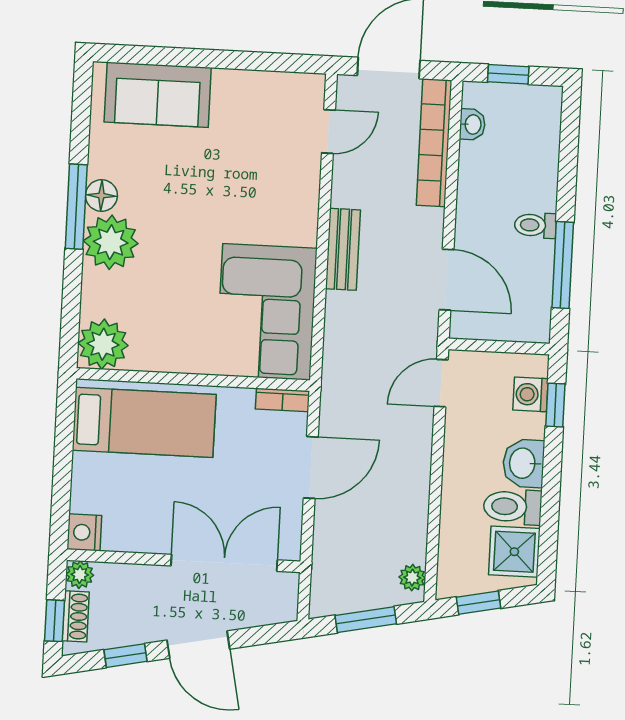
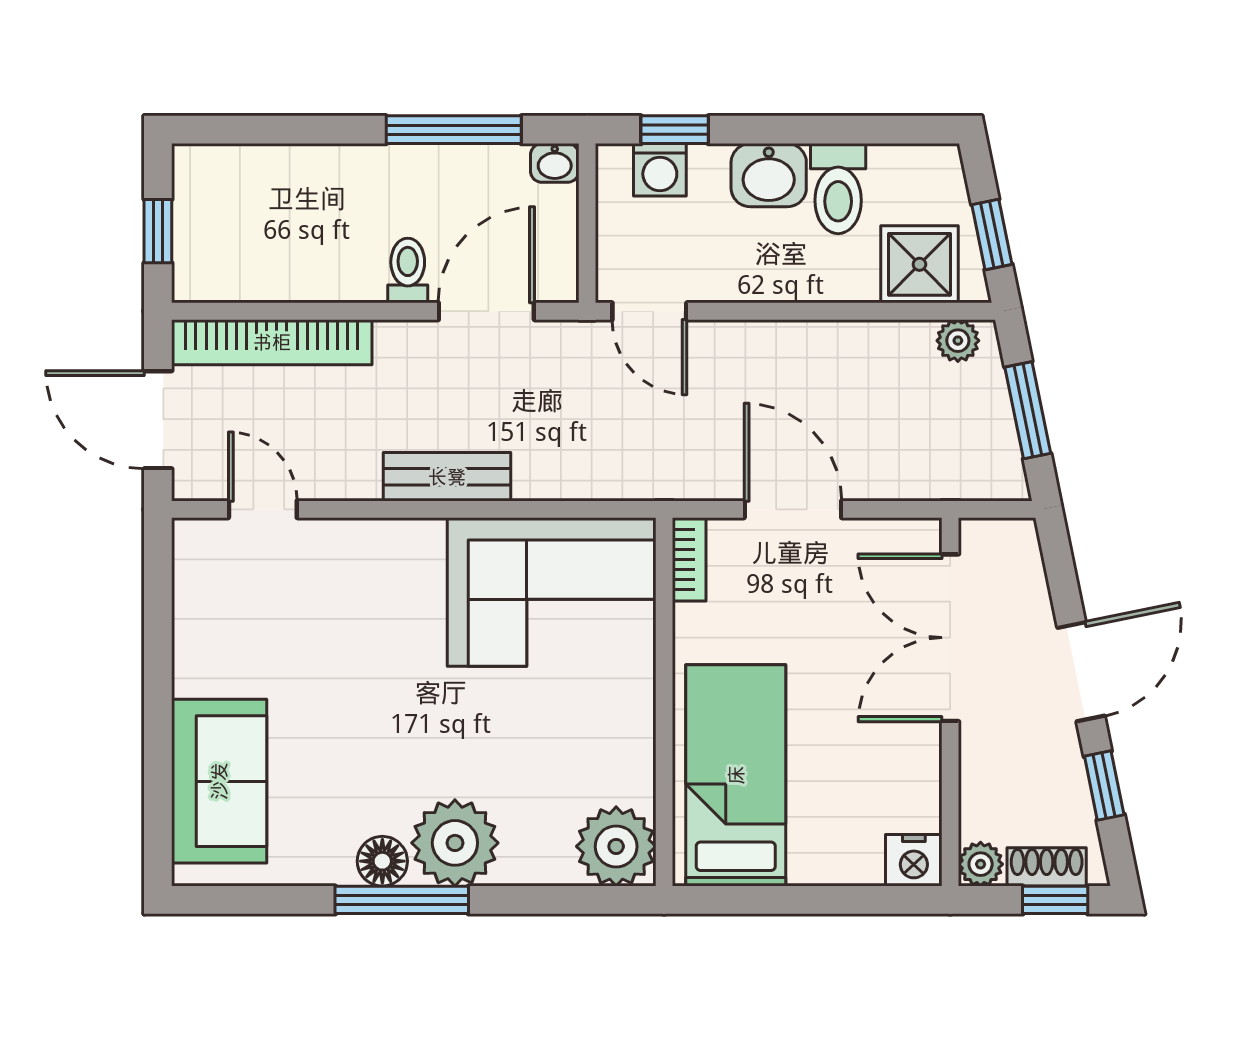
washbasin: (472, 124) -> (555, 163), moved, turned 180
toilet: (535, 225) -> (408, 271), moved, turned 180
shower: (514, 552) -> (919, 264), moved

